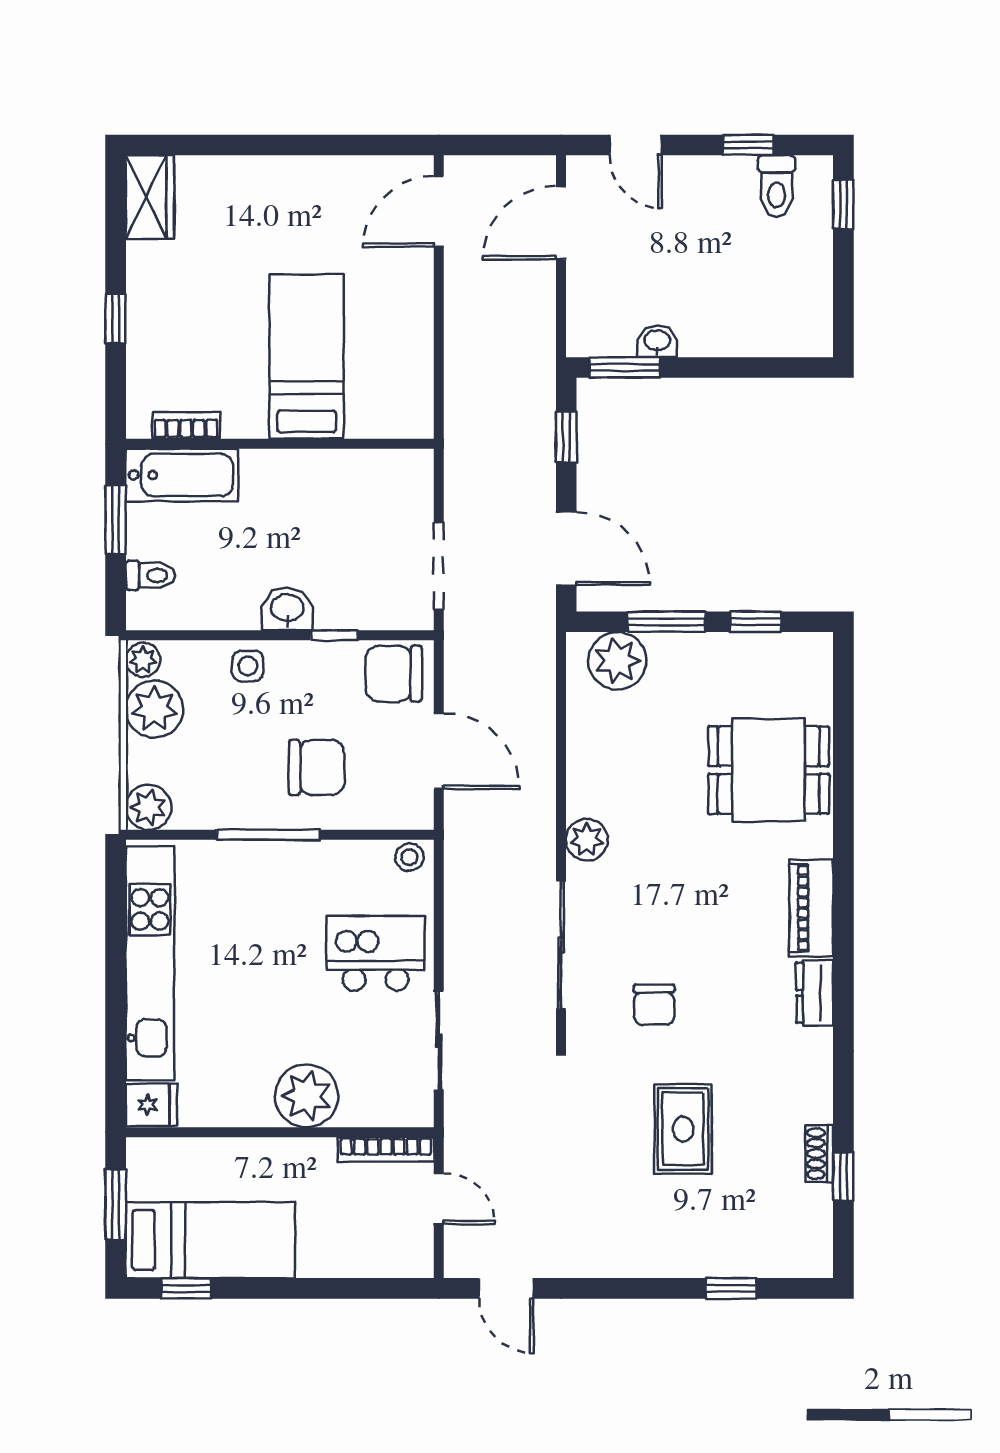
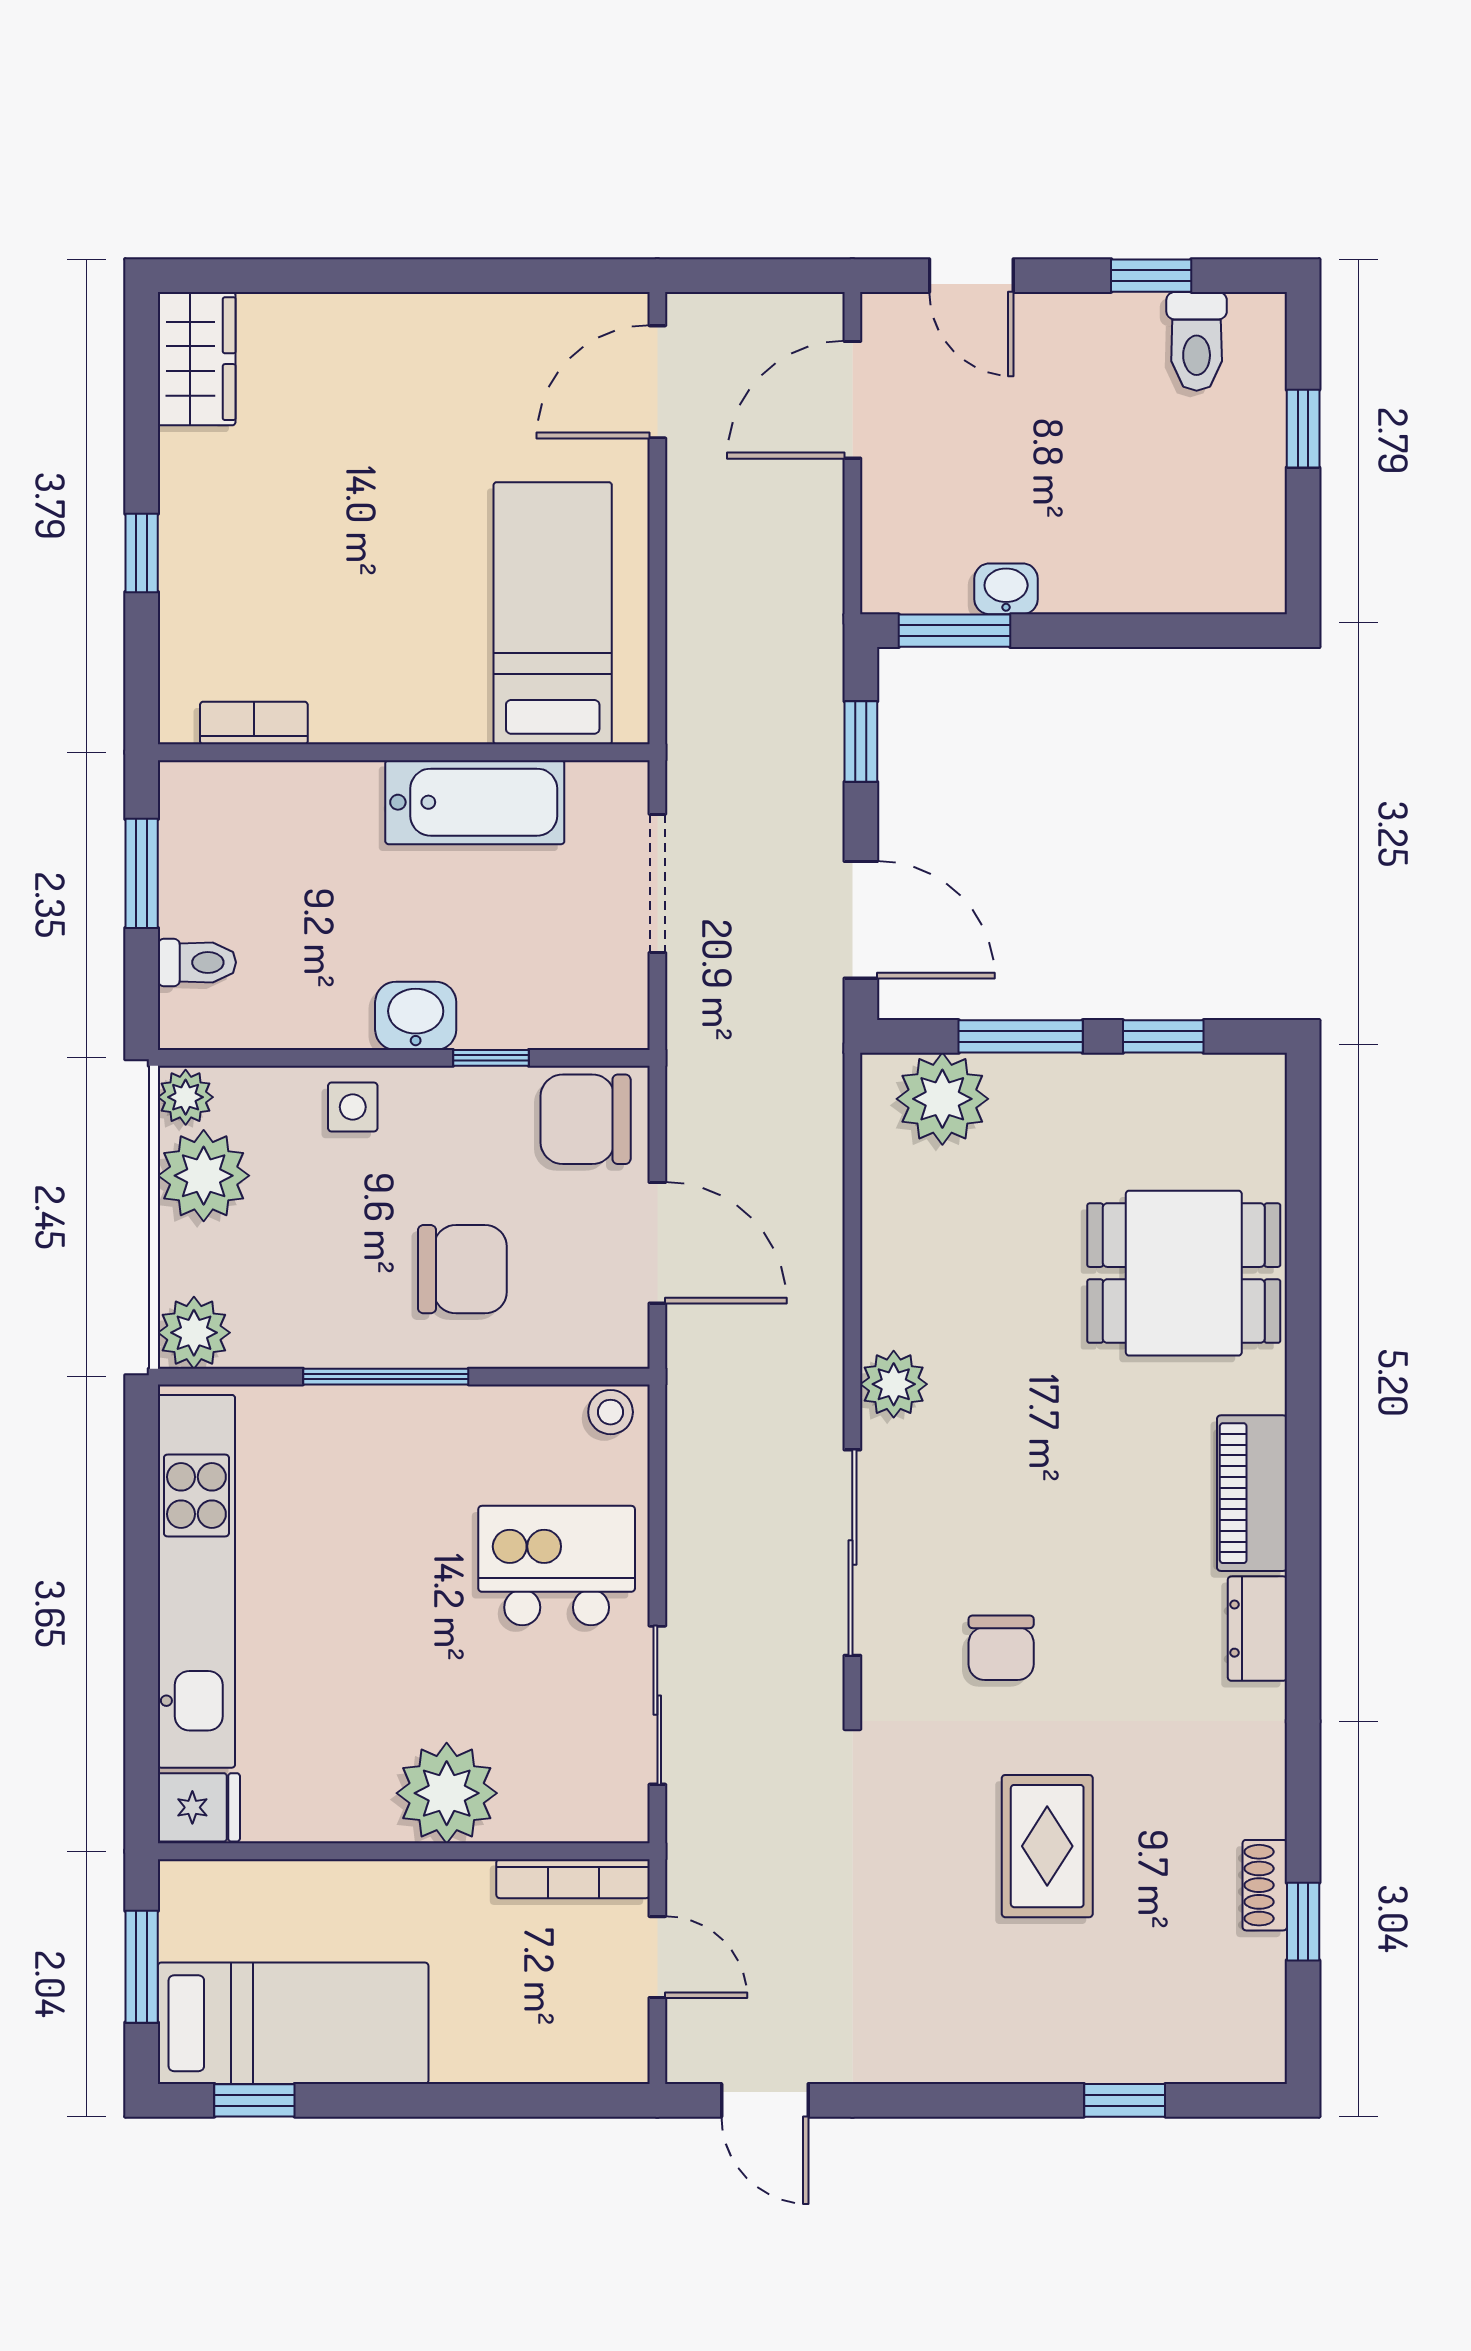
window: (843, 204) -> (1303, 429), moved
bed: (307, 357) -> (553, 613), moved
bathtub: (182, 475) -> (475, 802), moved
doorway: (439, 566) -> (657, 883), moved

